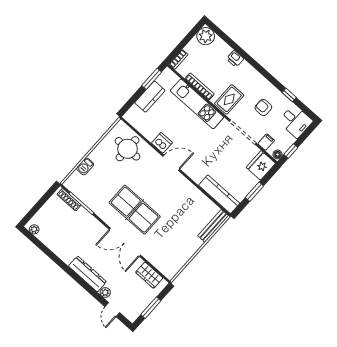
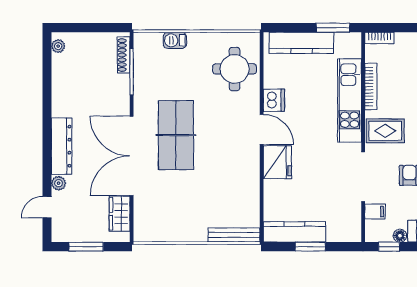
kitchen counter: (150, 97) -> (301, 43), width x1.50
floor lamp: (278, 154) -> (400, 236), moved
fridge: (261, 165) -> (277, 162), moved, turned 90
kitchen counter: (219, 194) -> (294, 232), moved, turned -90
double door: (125, 242) -> (132, 156), width x1.36

